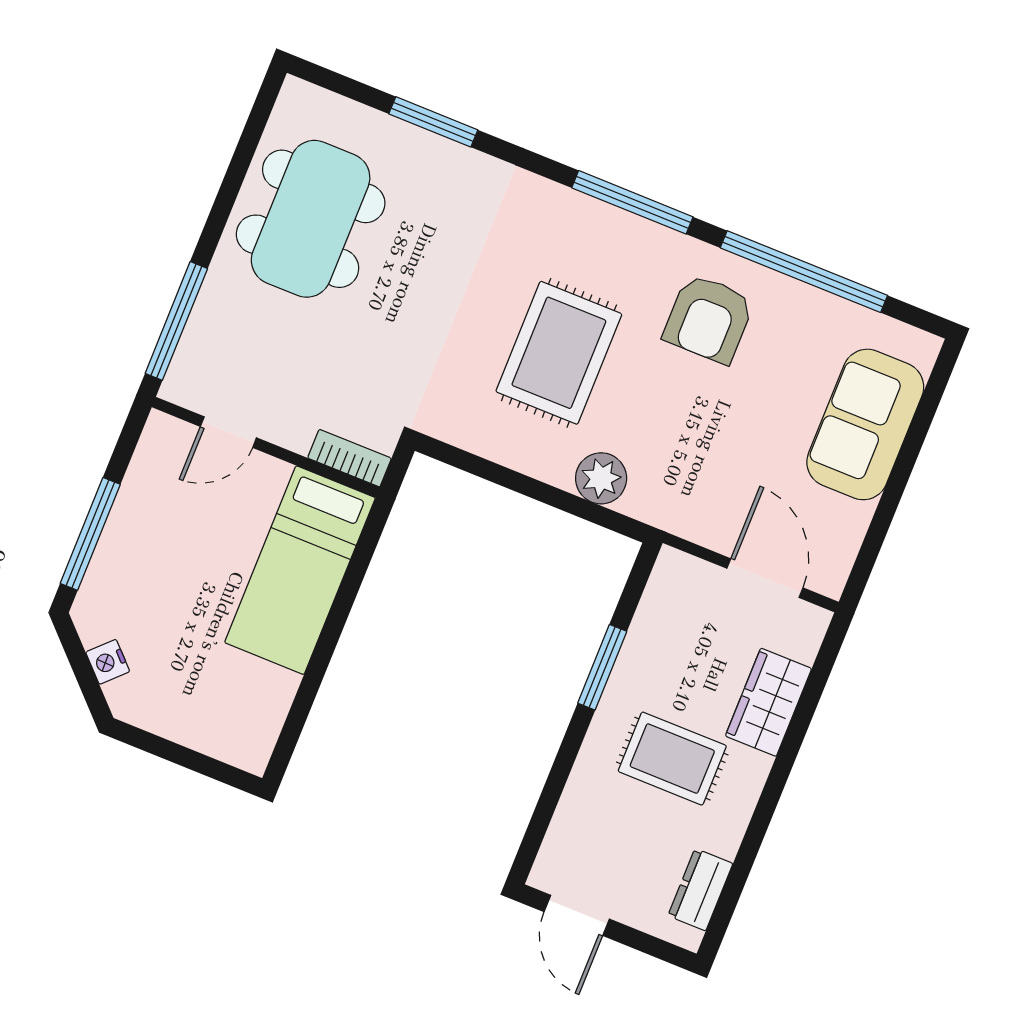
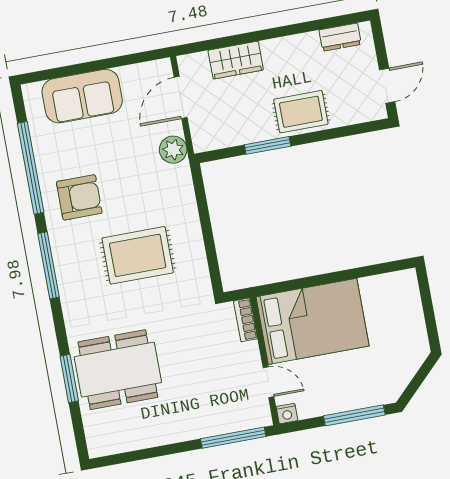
dining table: (311, 219) -> (118, 370), moved
plant: (601, 478) -> (173, 150), moved
bed: (300, 570) -> (313, 321), width x1.50
nightstand: (108, 662) -> (287, 414), moved, turned 45
rug: (672, 759) -> (301, 112), moved, turned 90

